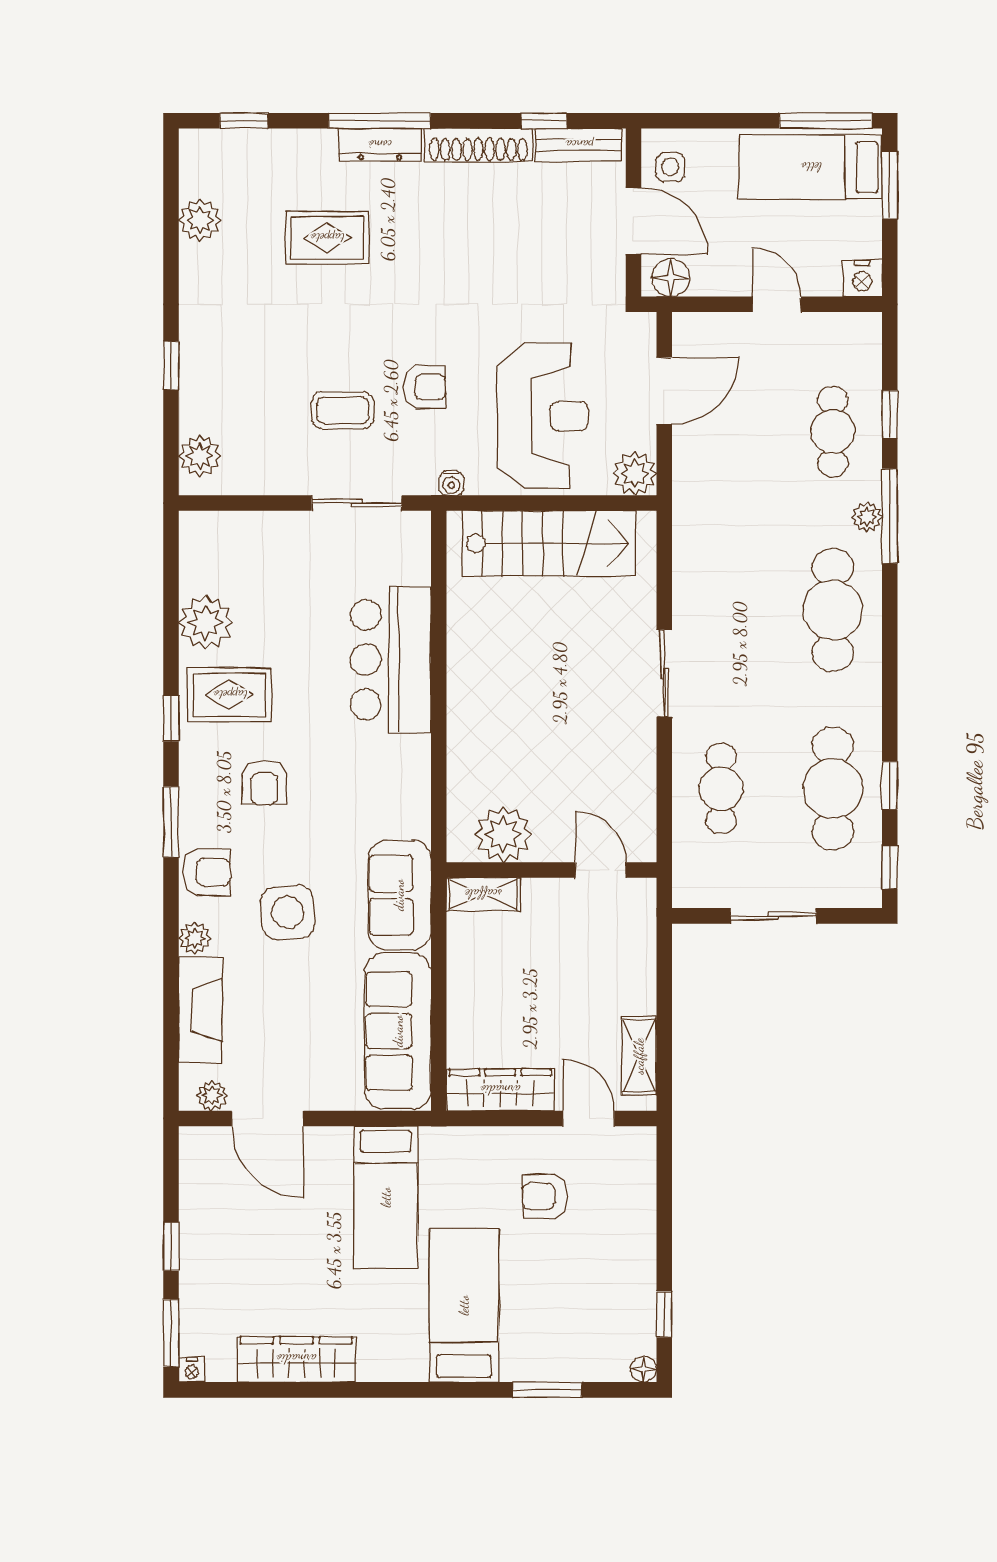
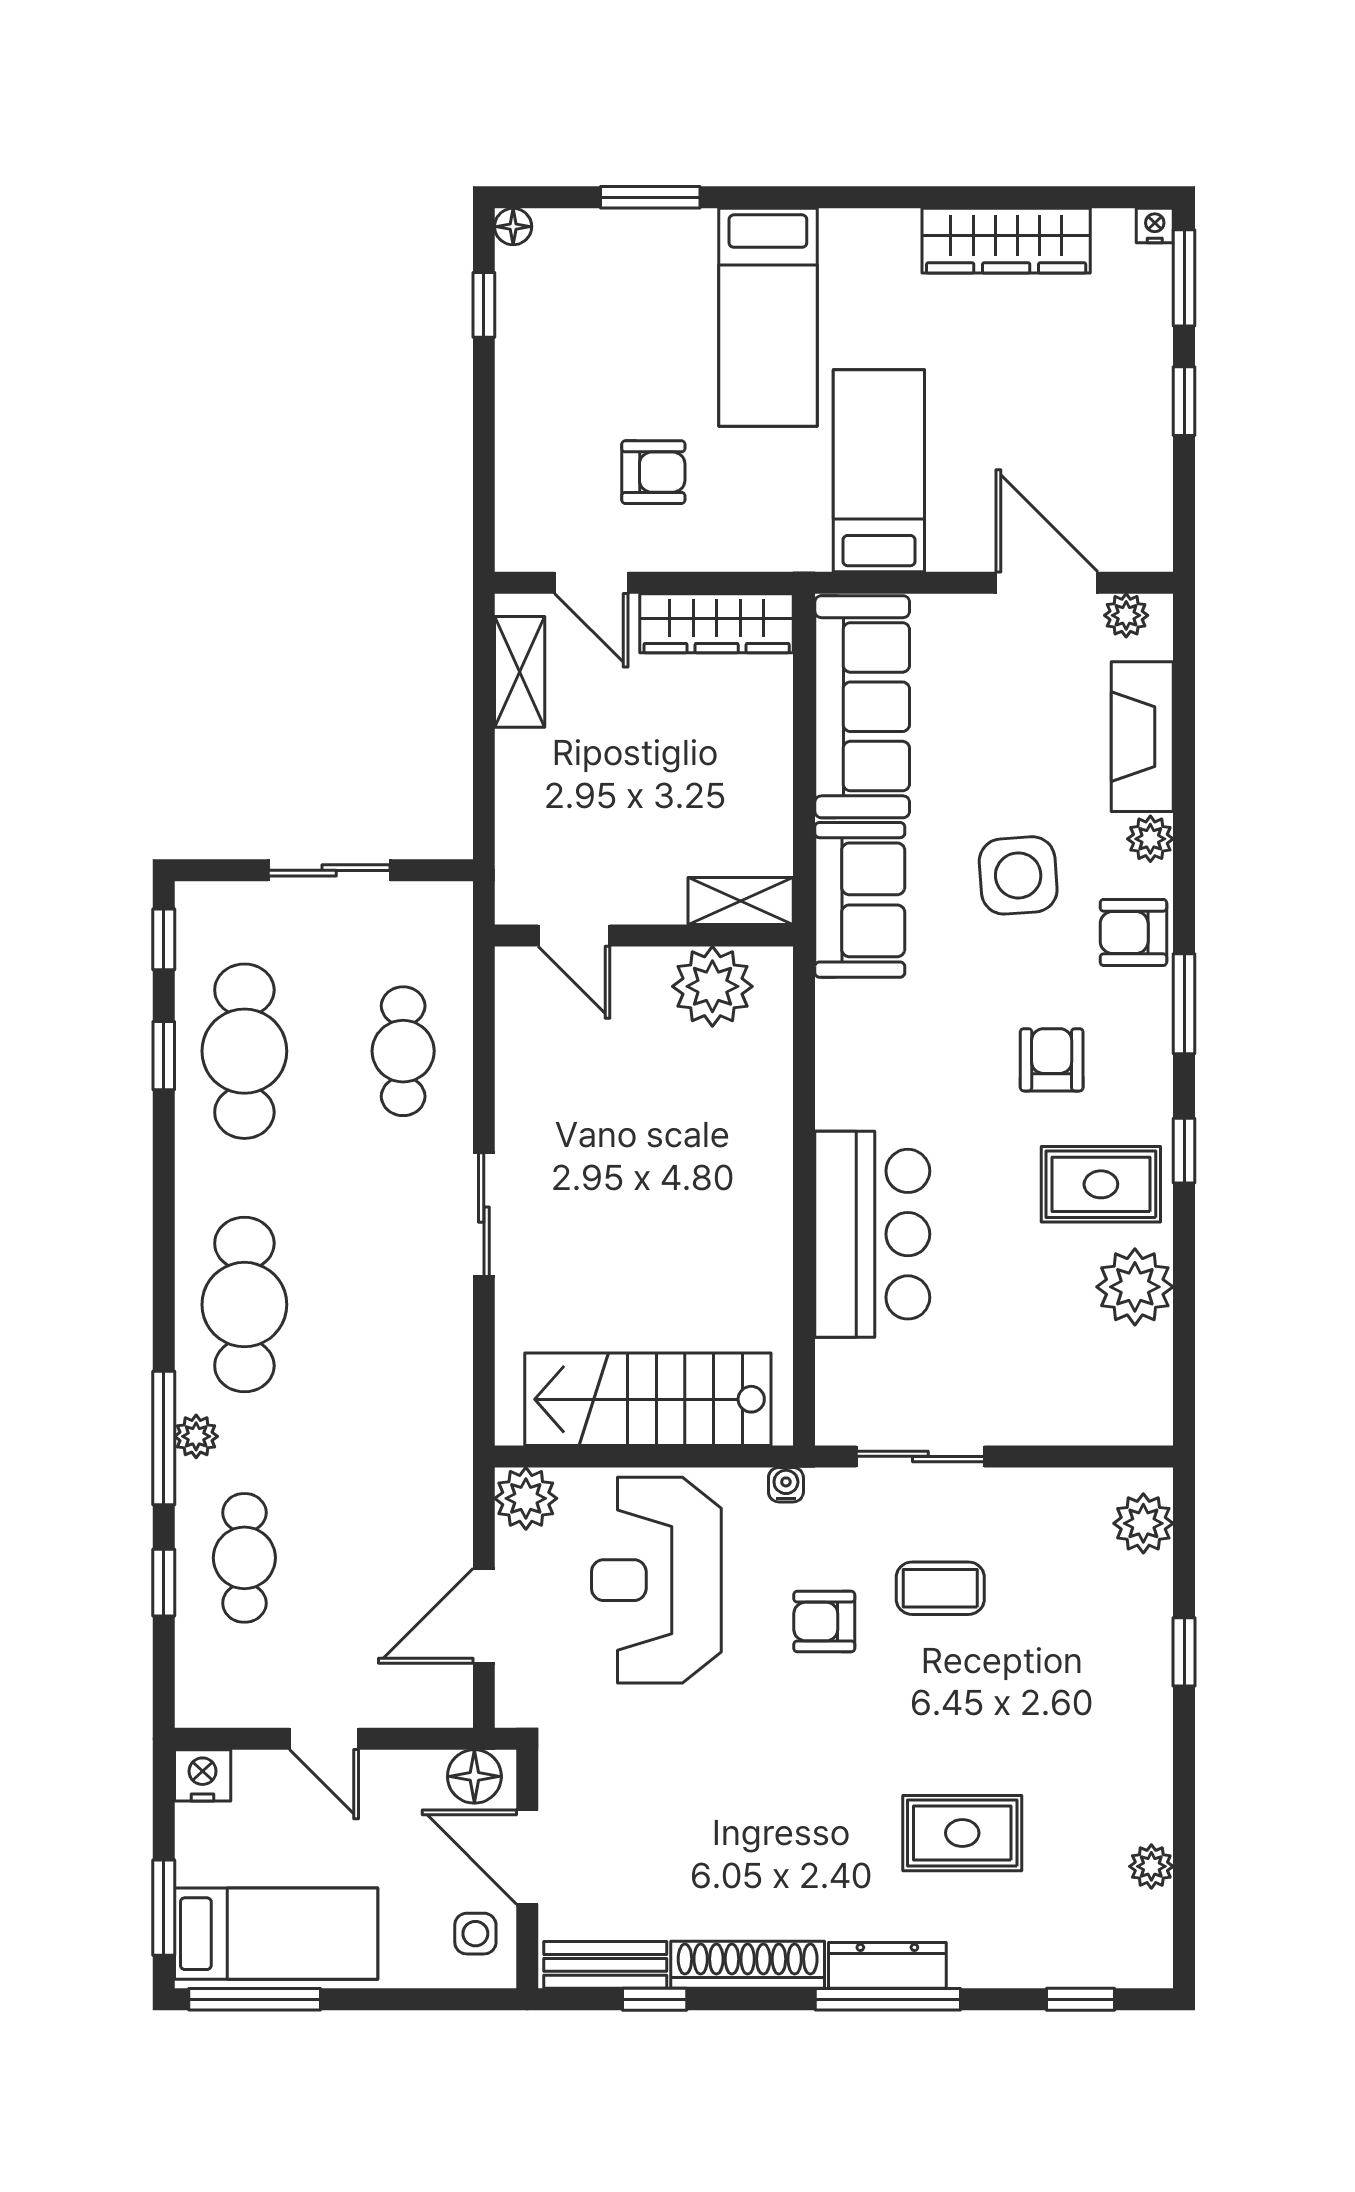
plant: (200, 220) -> (1151, 1866), width x0.73, depth x0.73

